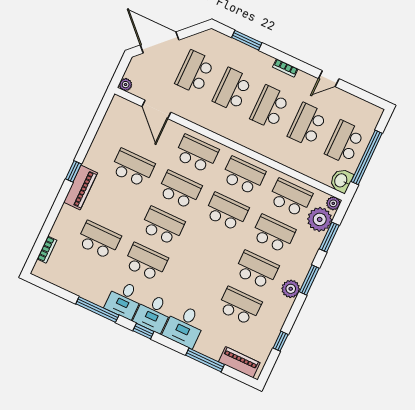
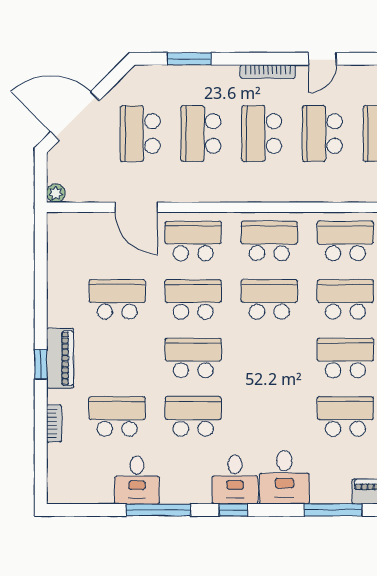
bookcase: (285, 68) -> (268, 72), width x1.56
door: (156, 109) -> (136, 207), moved
window: (73, 171) -> (41, 364), moved
bookcase: (47, 250) -> (54, 423), moved
desk: (124, 300) -> (137, 480), moved

